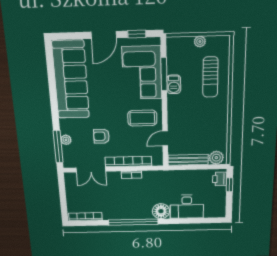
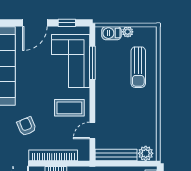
barbecue: (174, 84) -> (111, 33), moved, turned 90
armchair: (101, 136) -> (27, 126), turned 67

